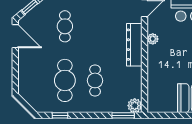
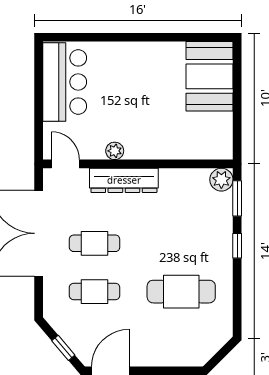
cafe table: (95, 80) -> (95, 243), moved
window: (60, 115) -> (237, 246), moved

